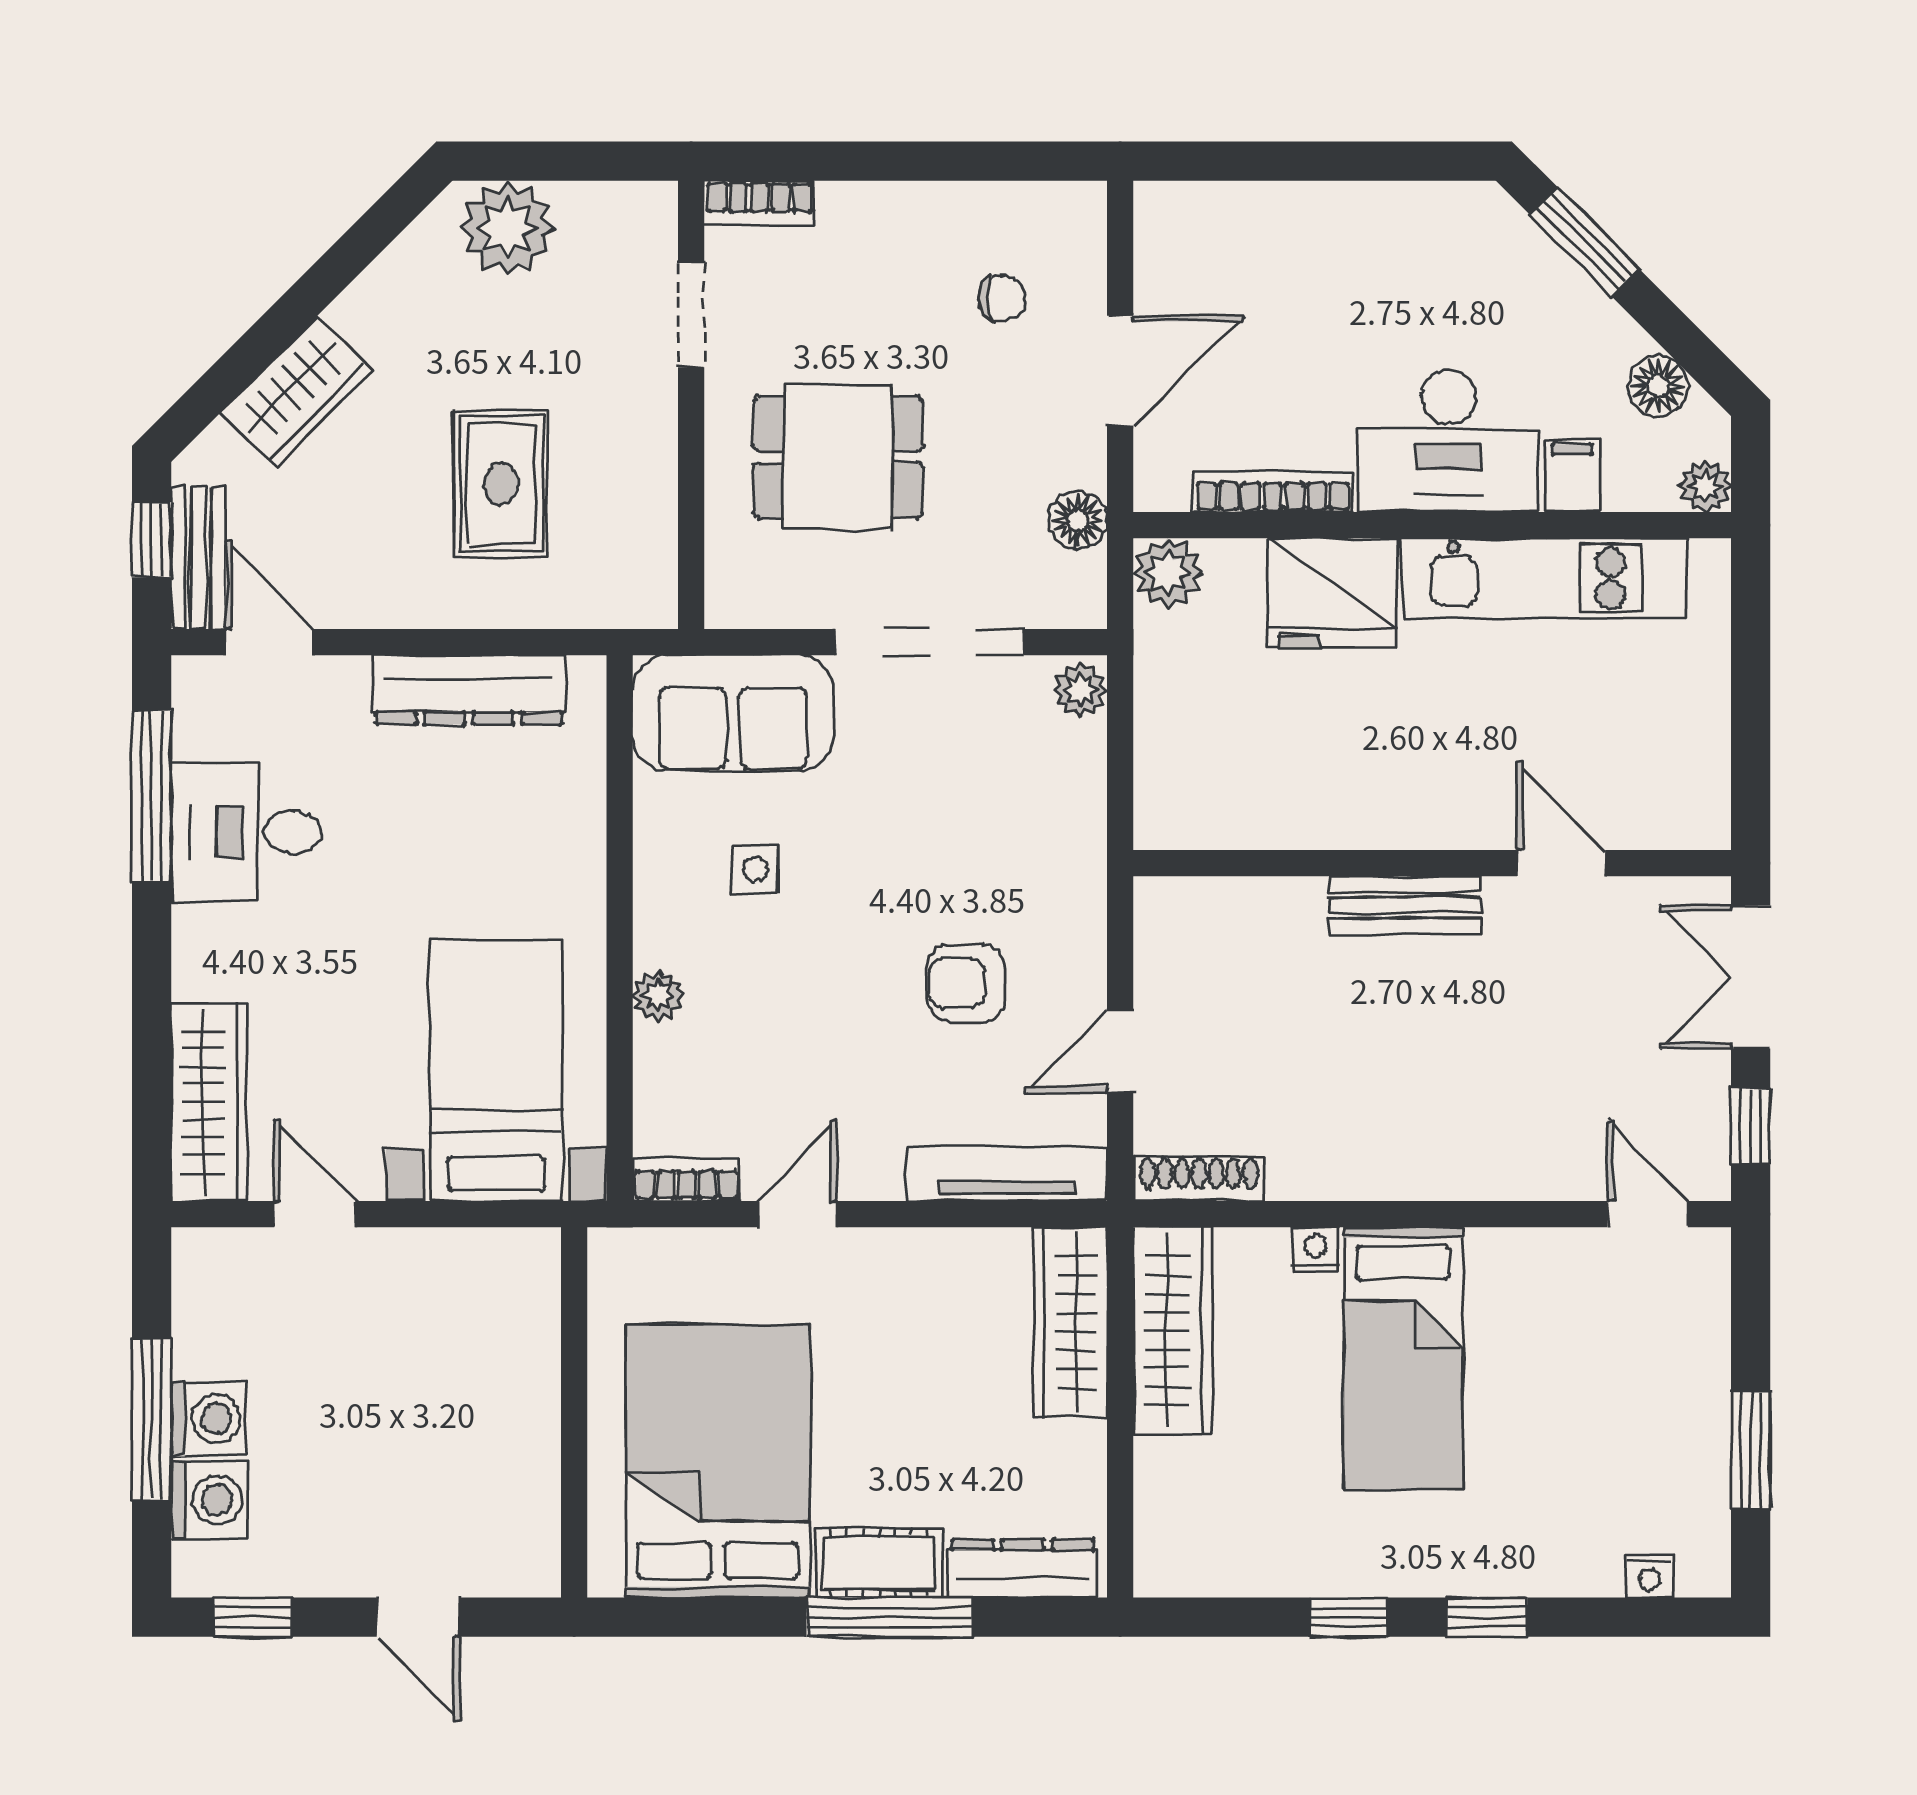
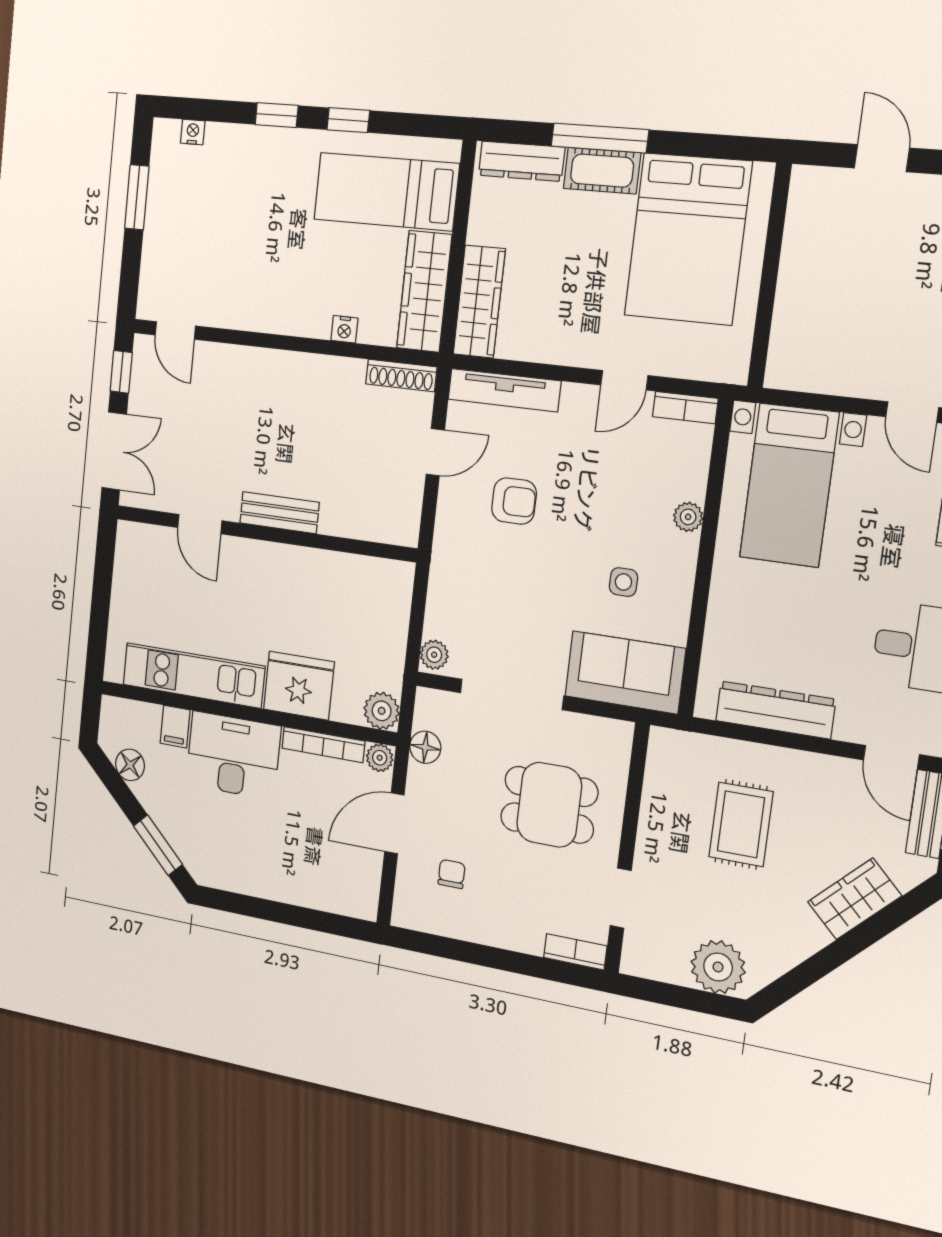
chair: (1002, 298) -> (452, 874), turned 90
plant: (1705, 486) -> (380, 758), moved
bed: (1403, 1358) -> (386, 192), moved, turned -90

